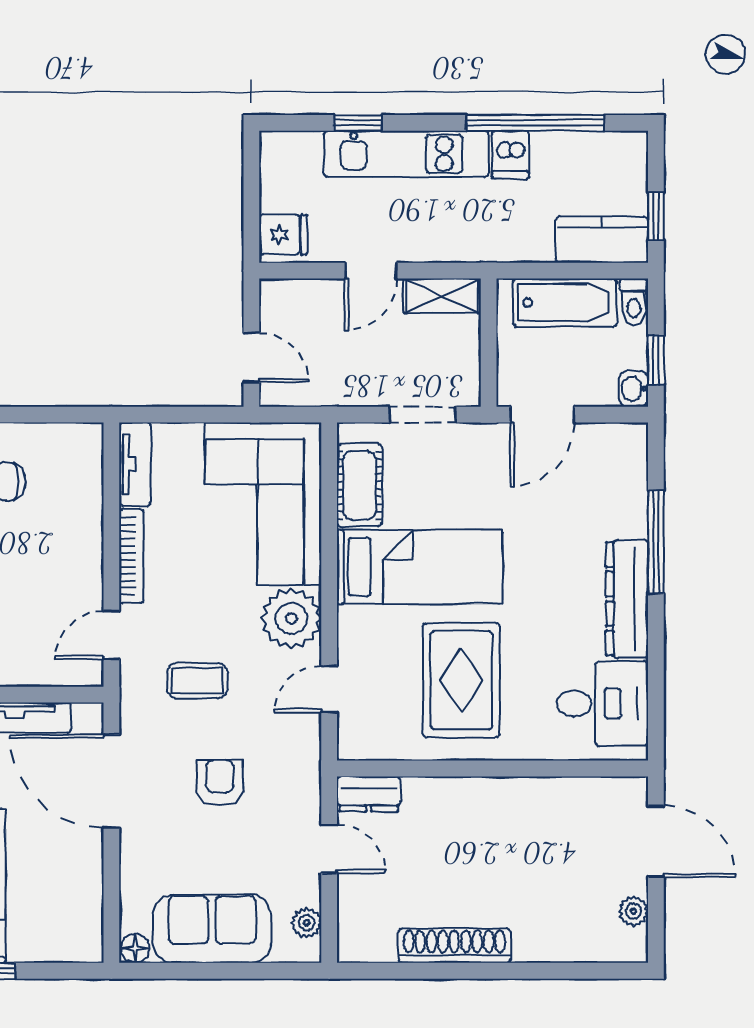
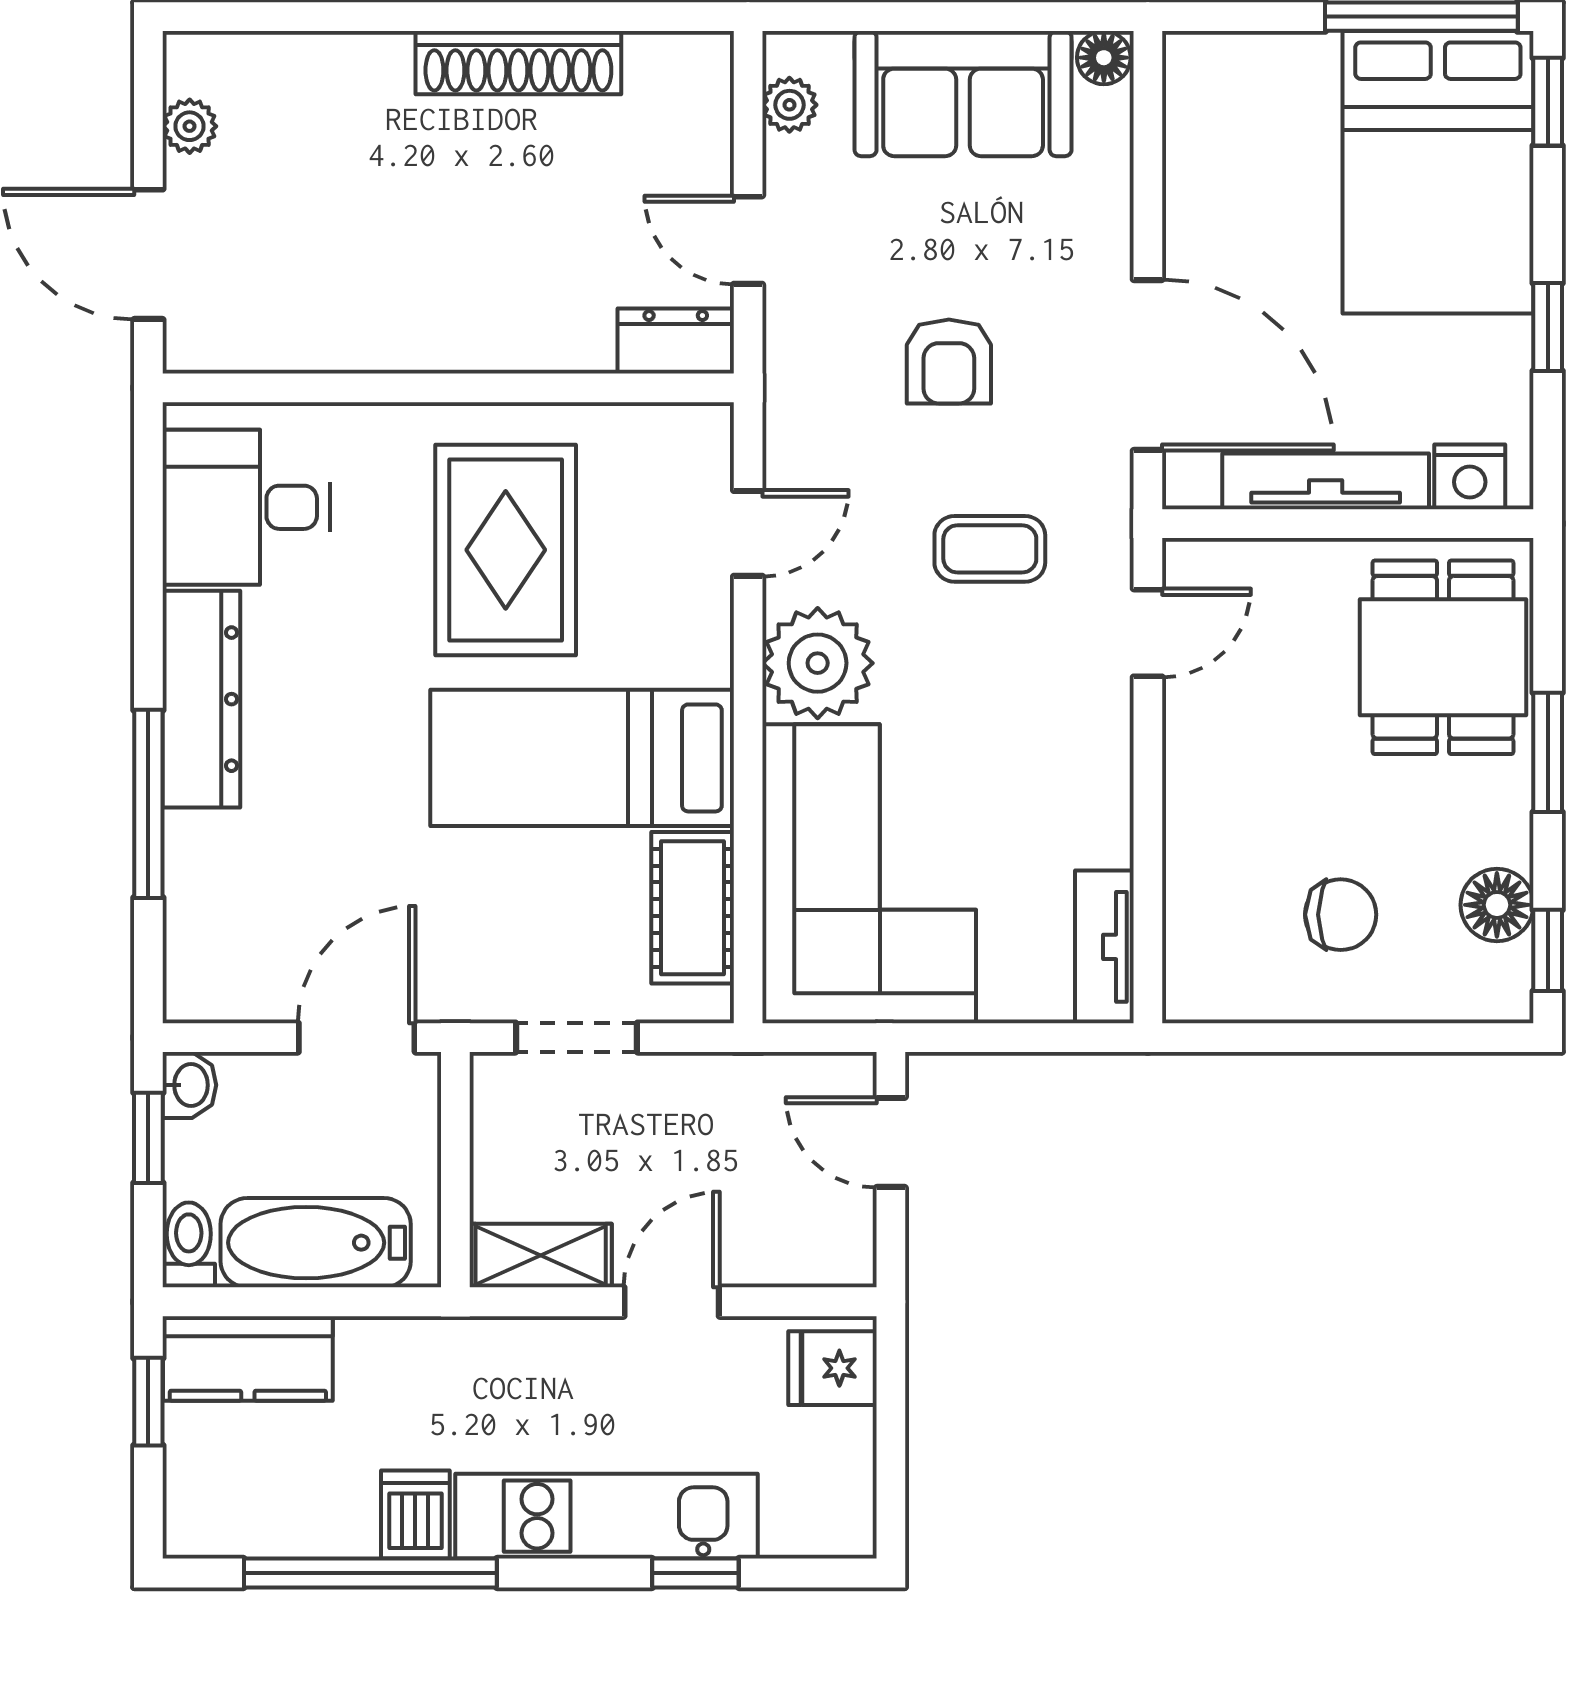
bookcase: (131, 556) -> (1111, 778), removed

